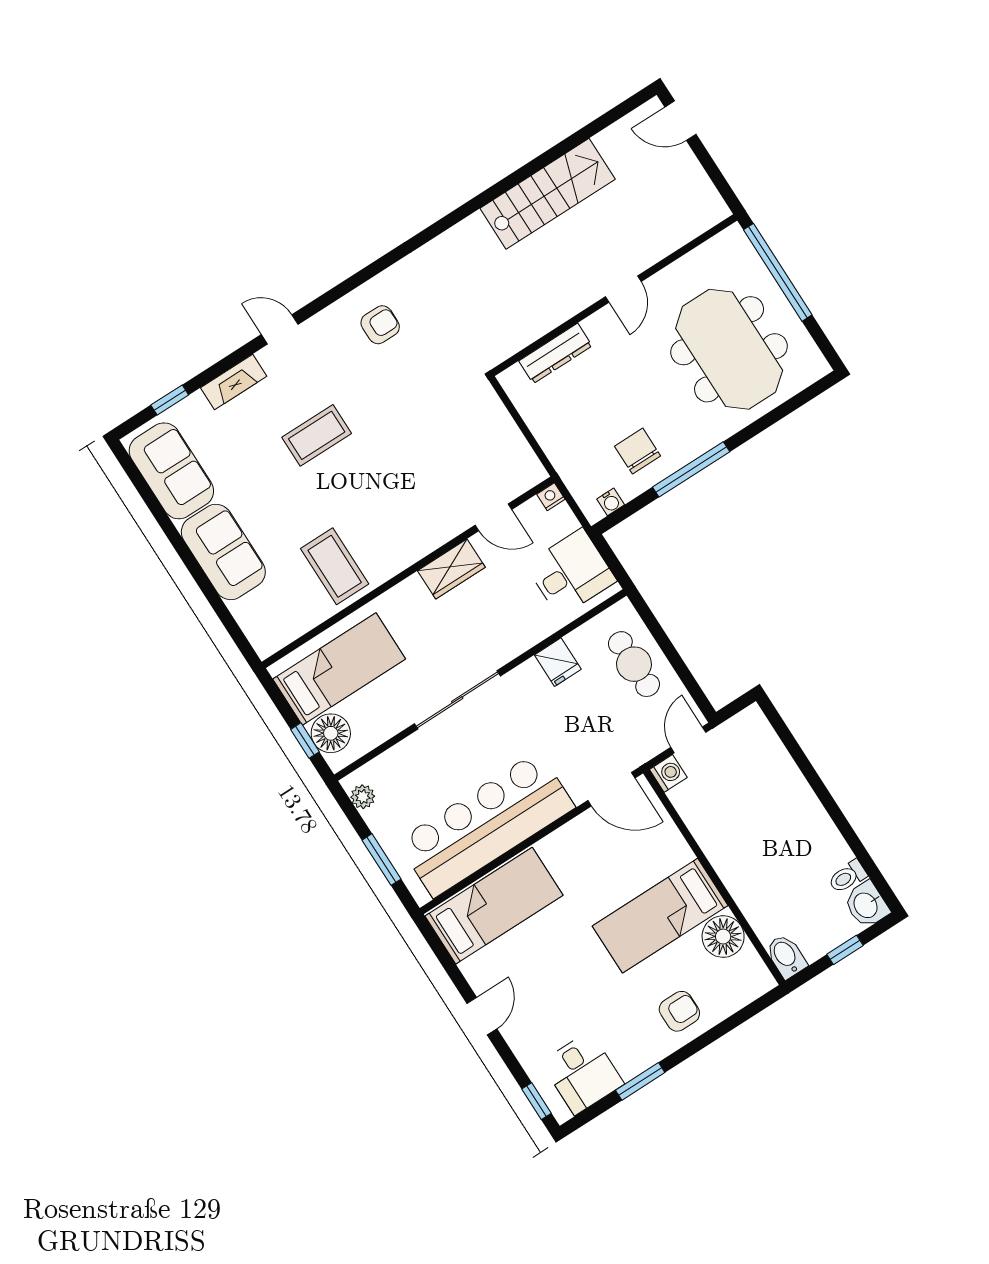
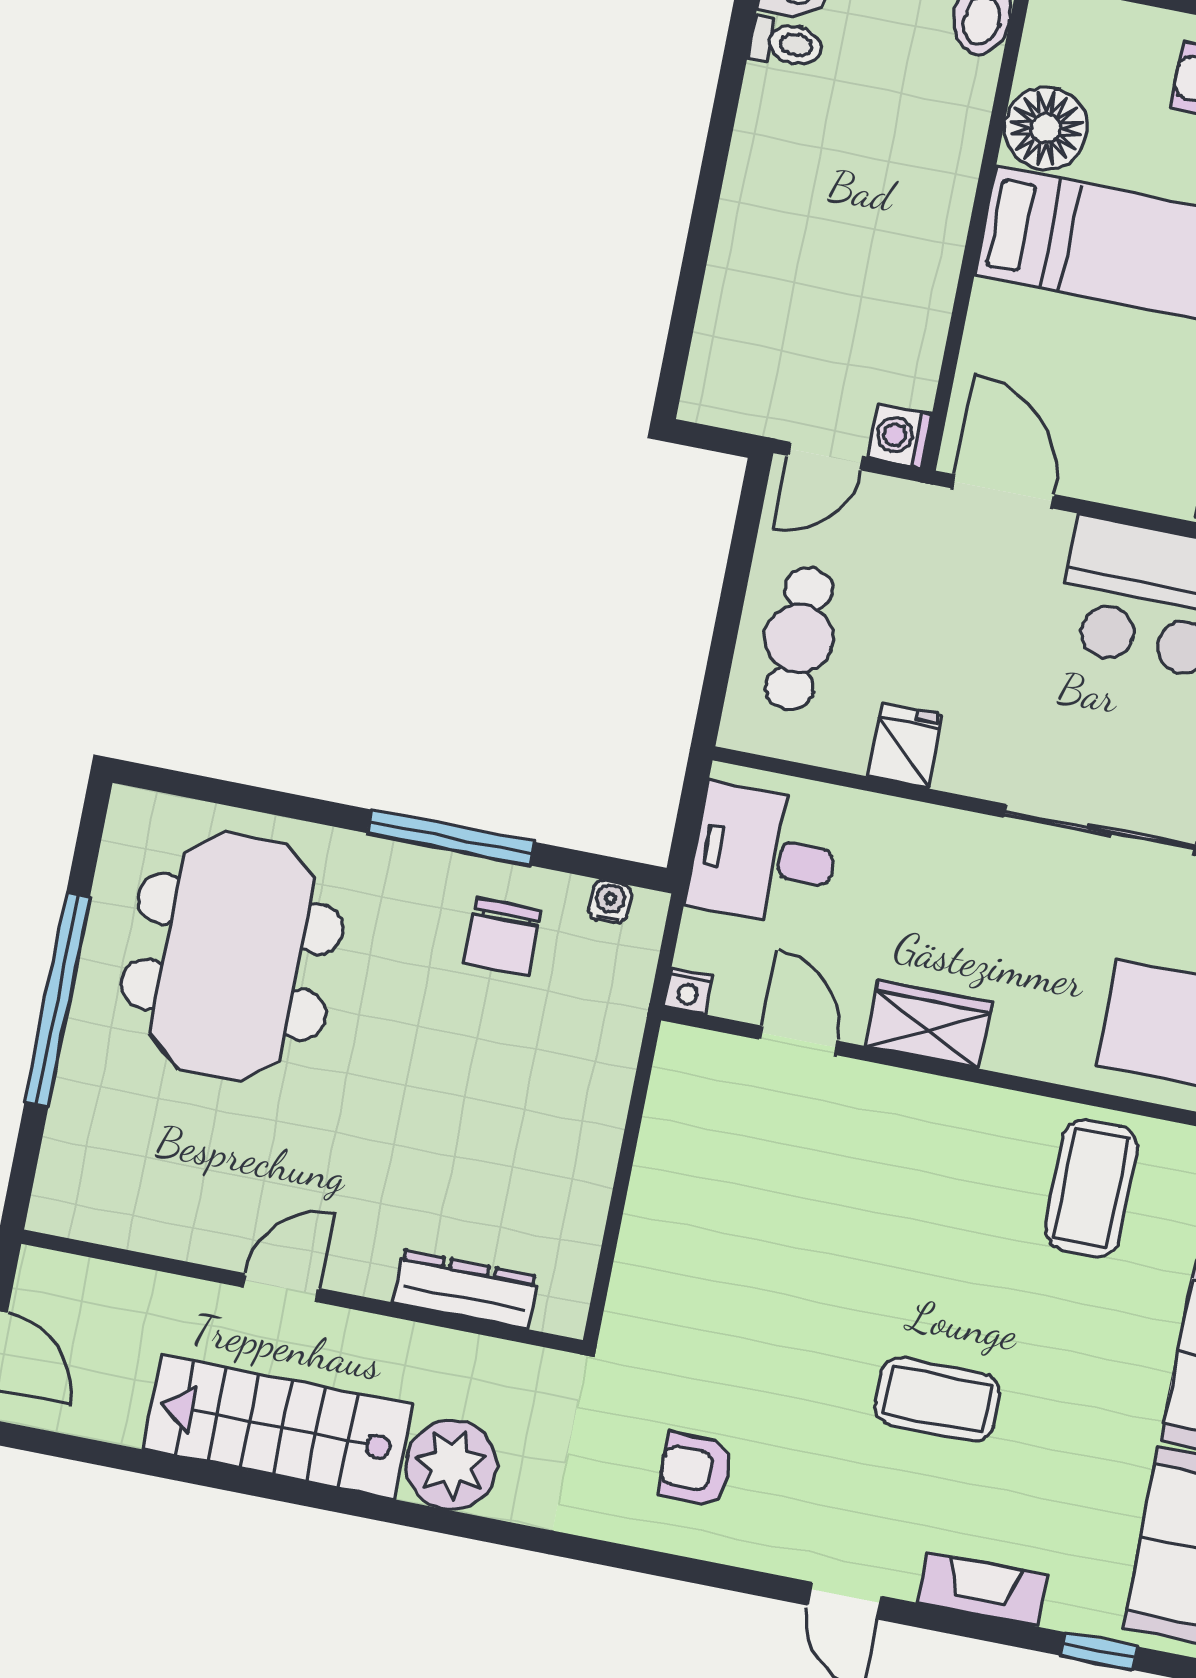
plant: (471, 241) -> (451, 1465), added
door: (623, 289) -> (281, 1288), moved
wall: (614, 295) -> (302, 1292), moved
dresser: (555, 353) -> (465, 1289), moved

